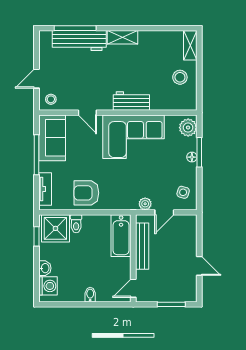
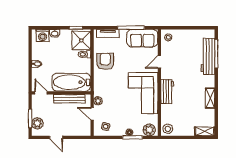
shelving: (123, 37) -> (210, 98), moved
stool: (180, 77) -> (168, 129), moved
door: (37, 79) -> (182, 28), removed
bathtub: (121, 236) -> (71, 82), width x1.36, depth x1.36
door: (199, 266) -> (56, 137), hinge flipped
plant: (179, 294) -> (37, 123), added

